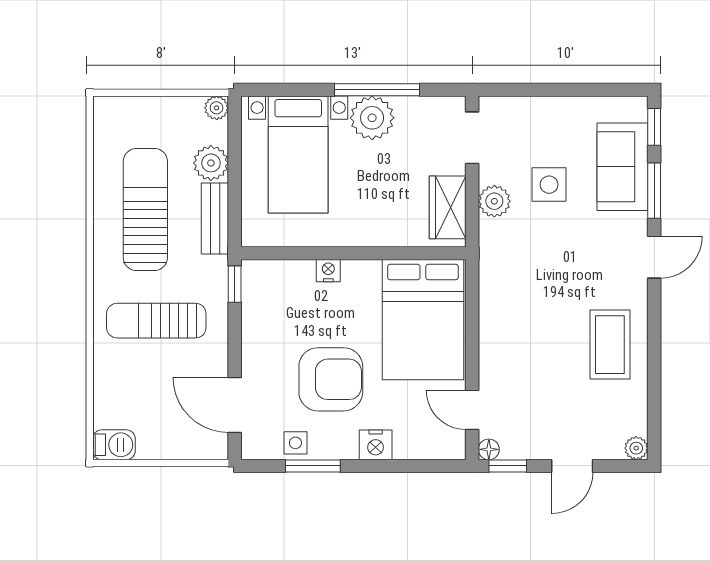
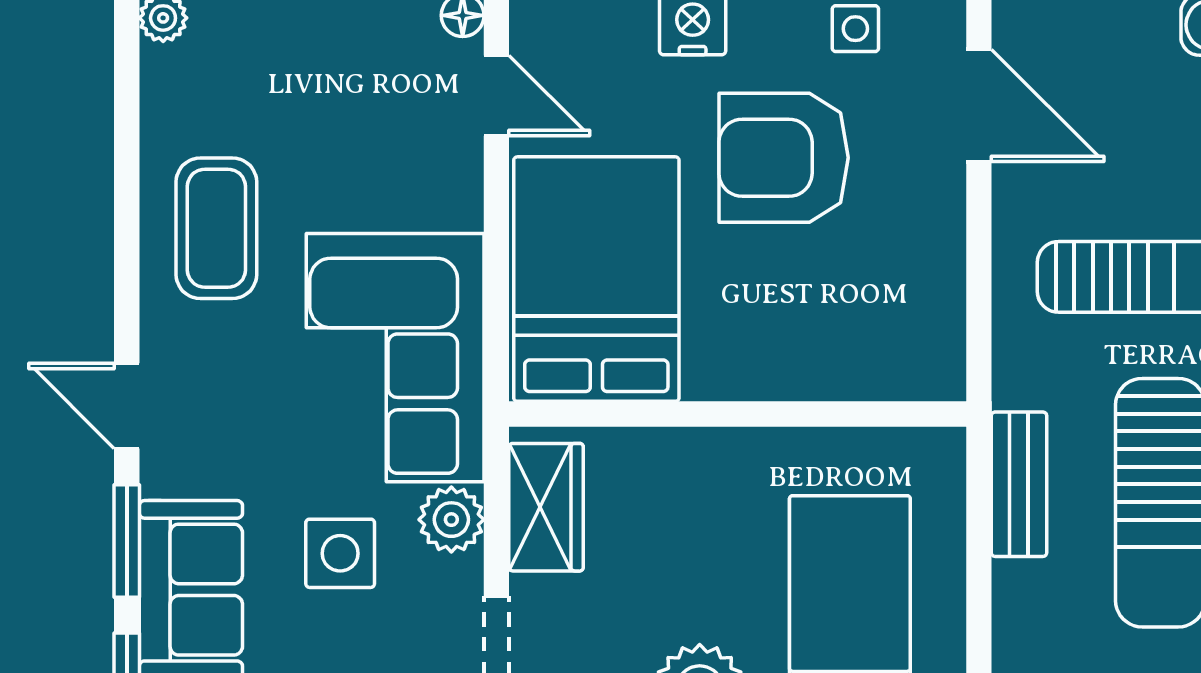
plant: (211, 163) -> (1027, 597), removed
door: (654, 257) -> (127, 406), hinge flipped
nightstand: (328, 271) -> (789, 379), removed
corner sofa: (522, 281) -> (395, 358), added
window: (235, 284) -> (979, 351), removed

